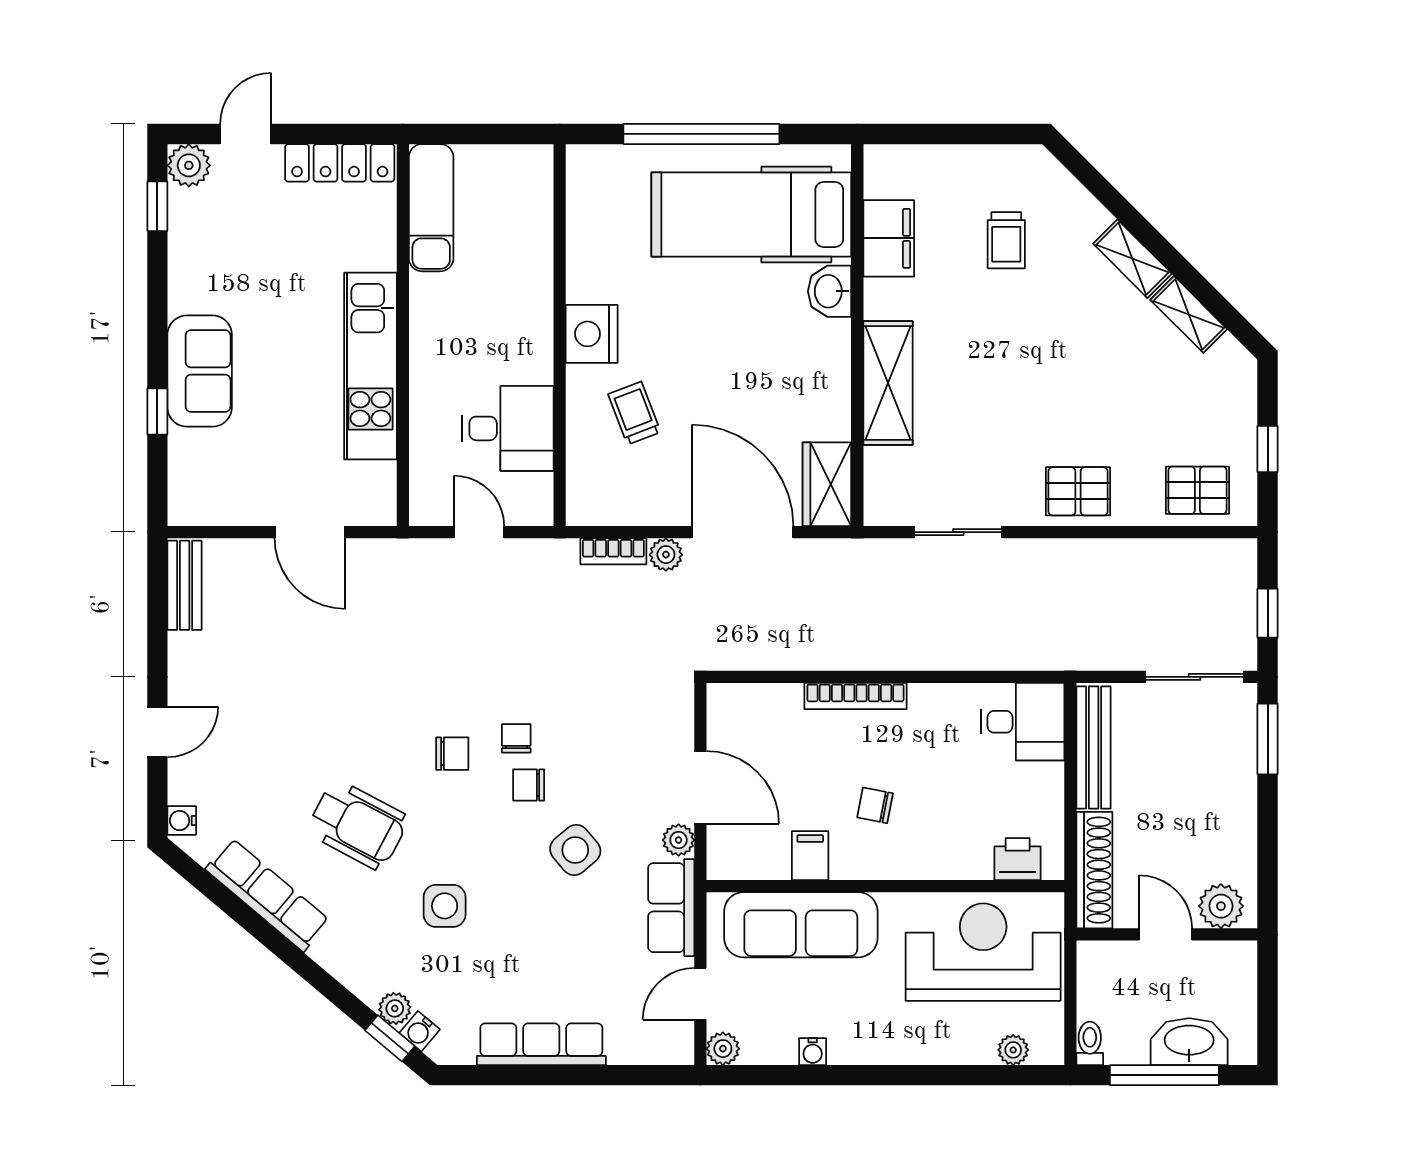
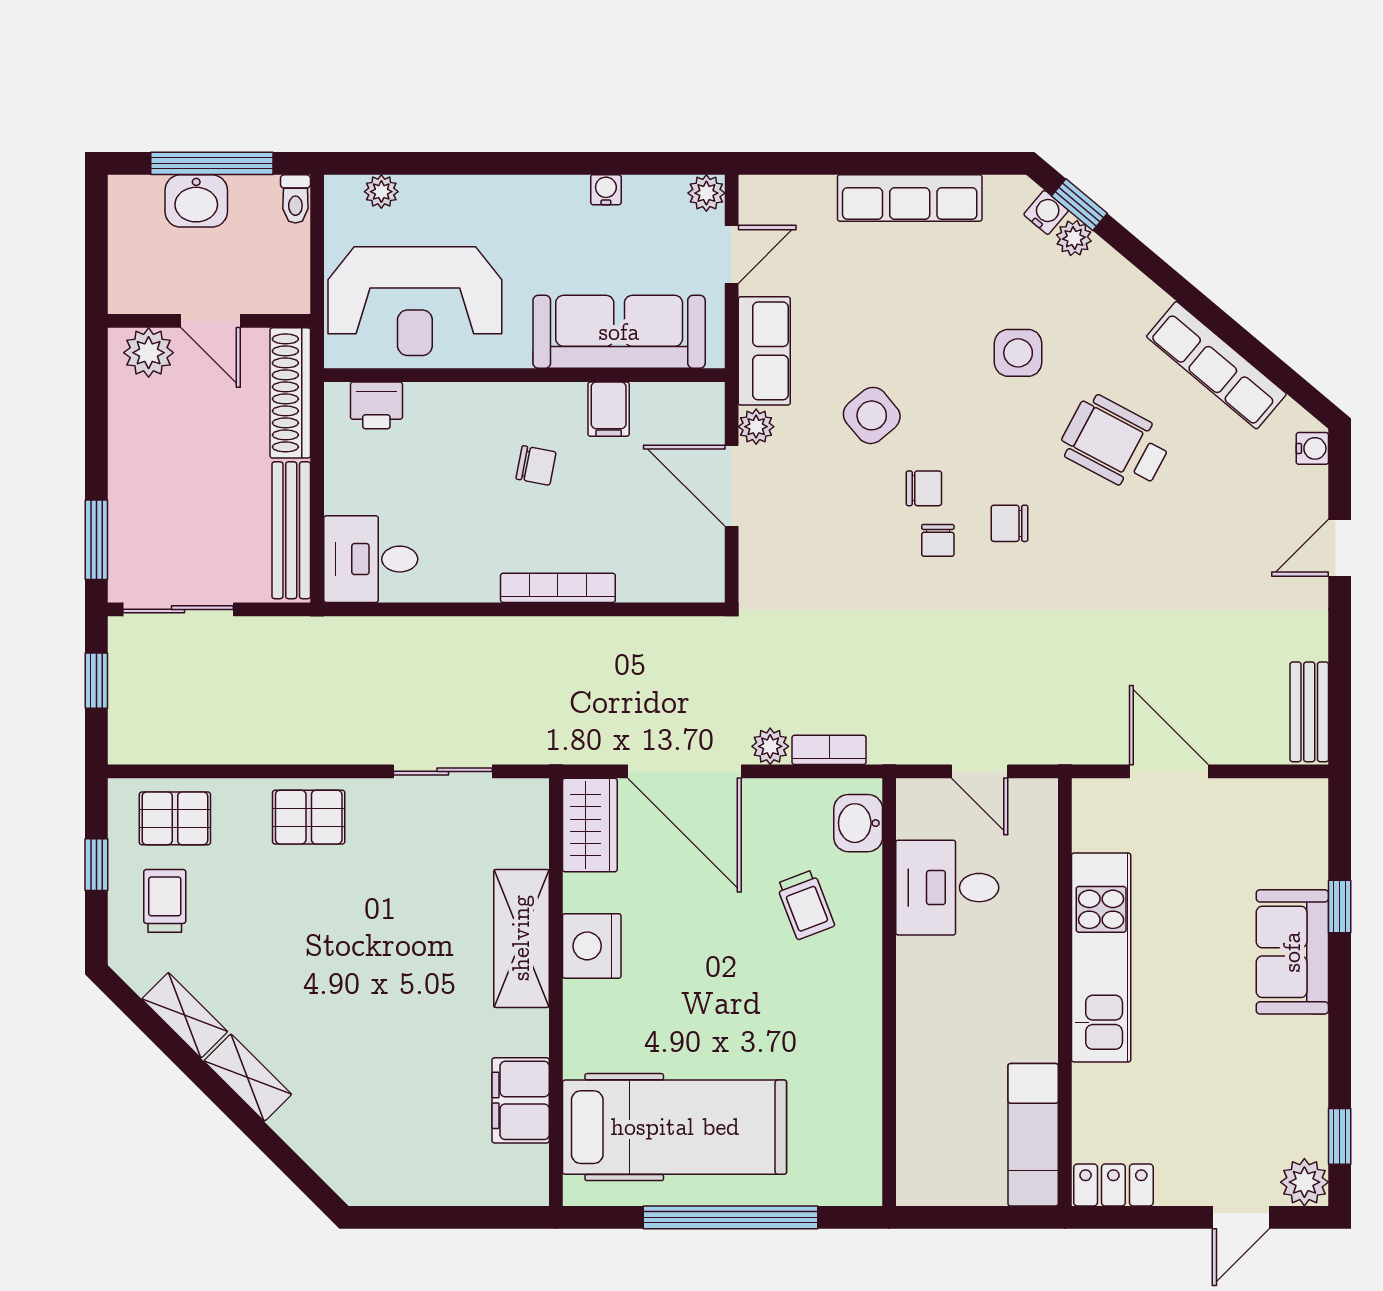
locker: (340, 163) -> (1113, 1185), width x0.66
trolley: (1006, 240) -> (165, 901), moved
washbasin: (830, 291) -> (858, 823), moved, turned 180
nightstand: (592, 334) -> (592, 946), moved, turned 180
washbasin: (1189, 1042) -> (196, 201), width x0.72

